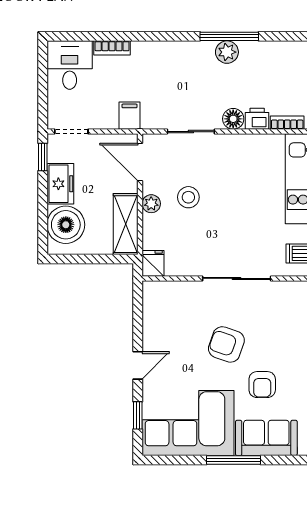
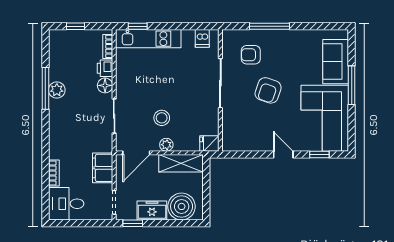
filing cabinet: (129, 116) -> (103, 168), width x2.00
armchair: (262, 385) -> (251, 55), moved, turned 180

